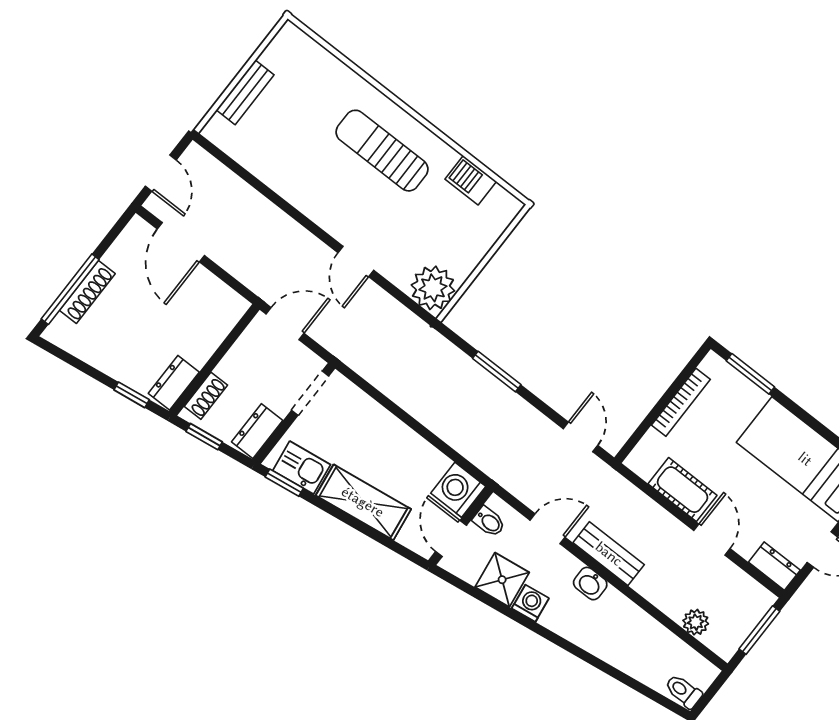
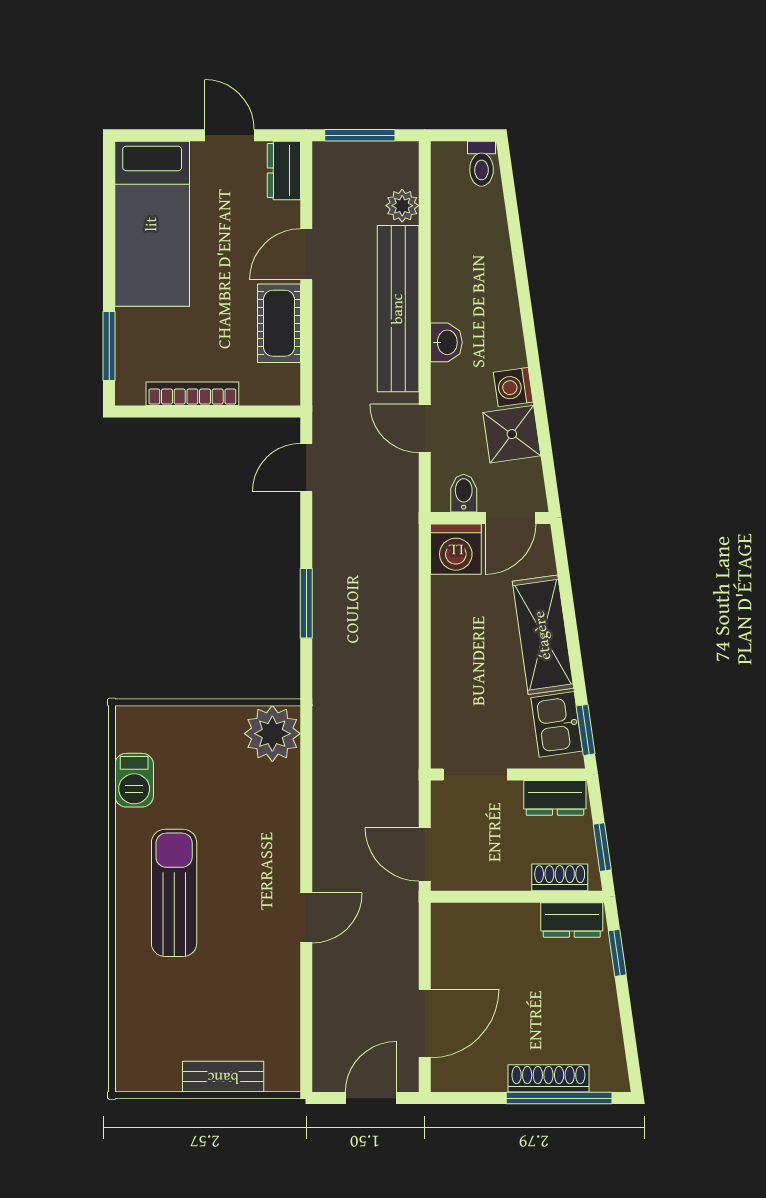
sun lounger: (382, 151) -> (174, 893), turned 180
door: (356, 261) -> (306, 918), moved
bench: (609, 554) -> (398, 309), width x1.86, depth x1.21

